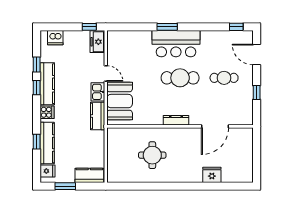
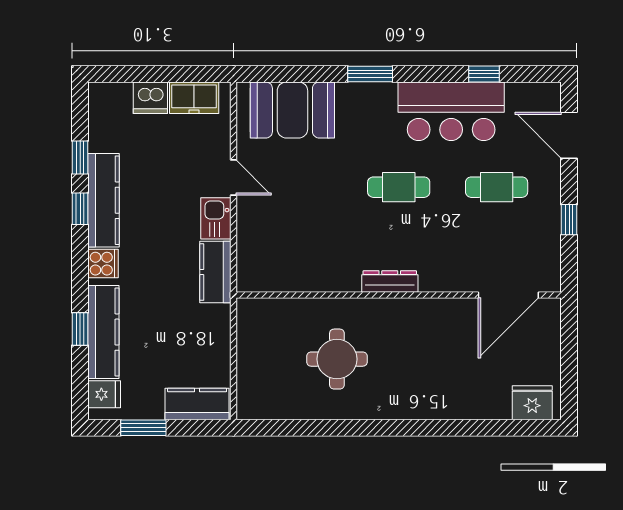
window: (89, 27) -> (197, 74), removed
window: (236, 27) -> (484, 74), moved
dishwasher: (55, 38) -> (150, 98), moved
freezer: (97, 42) -> (194, 98), moved, turned -90
bar counter: (176, 44) -> (451, 111), moved
cafe table: (180, 78) -> (399, 187), width x0.73, depth x0.74
booth: (120, 101) -> (292, 110), moved, turned 90
door: (215, 126) -> (508, 295), moved
fridge: (212, 175) -> (532, 403), moved

